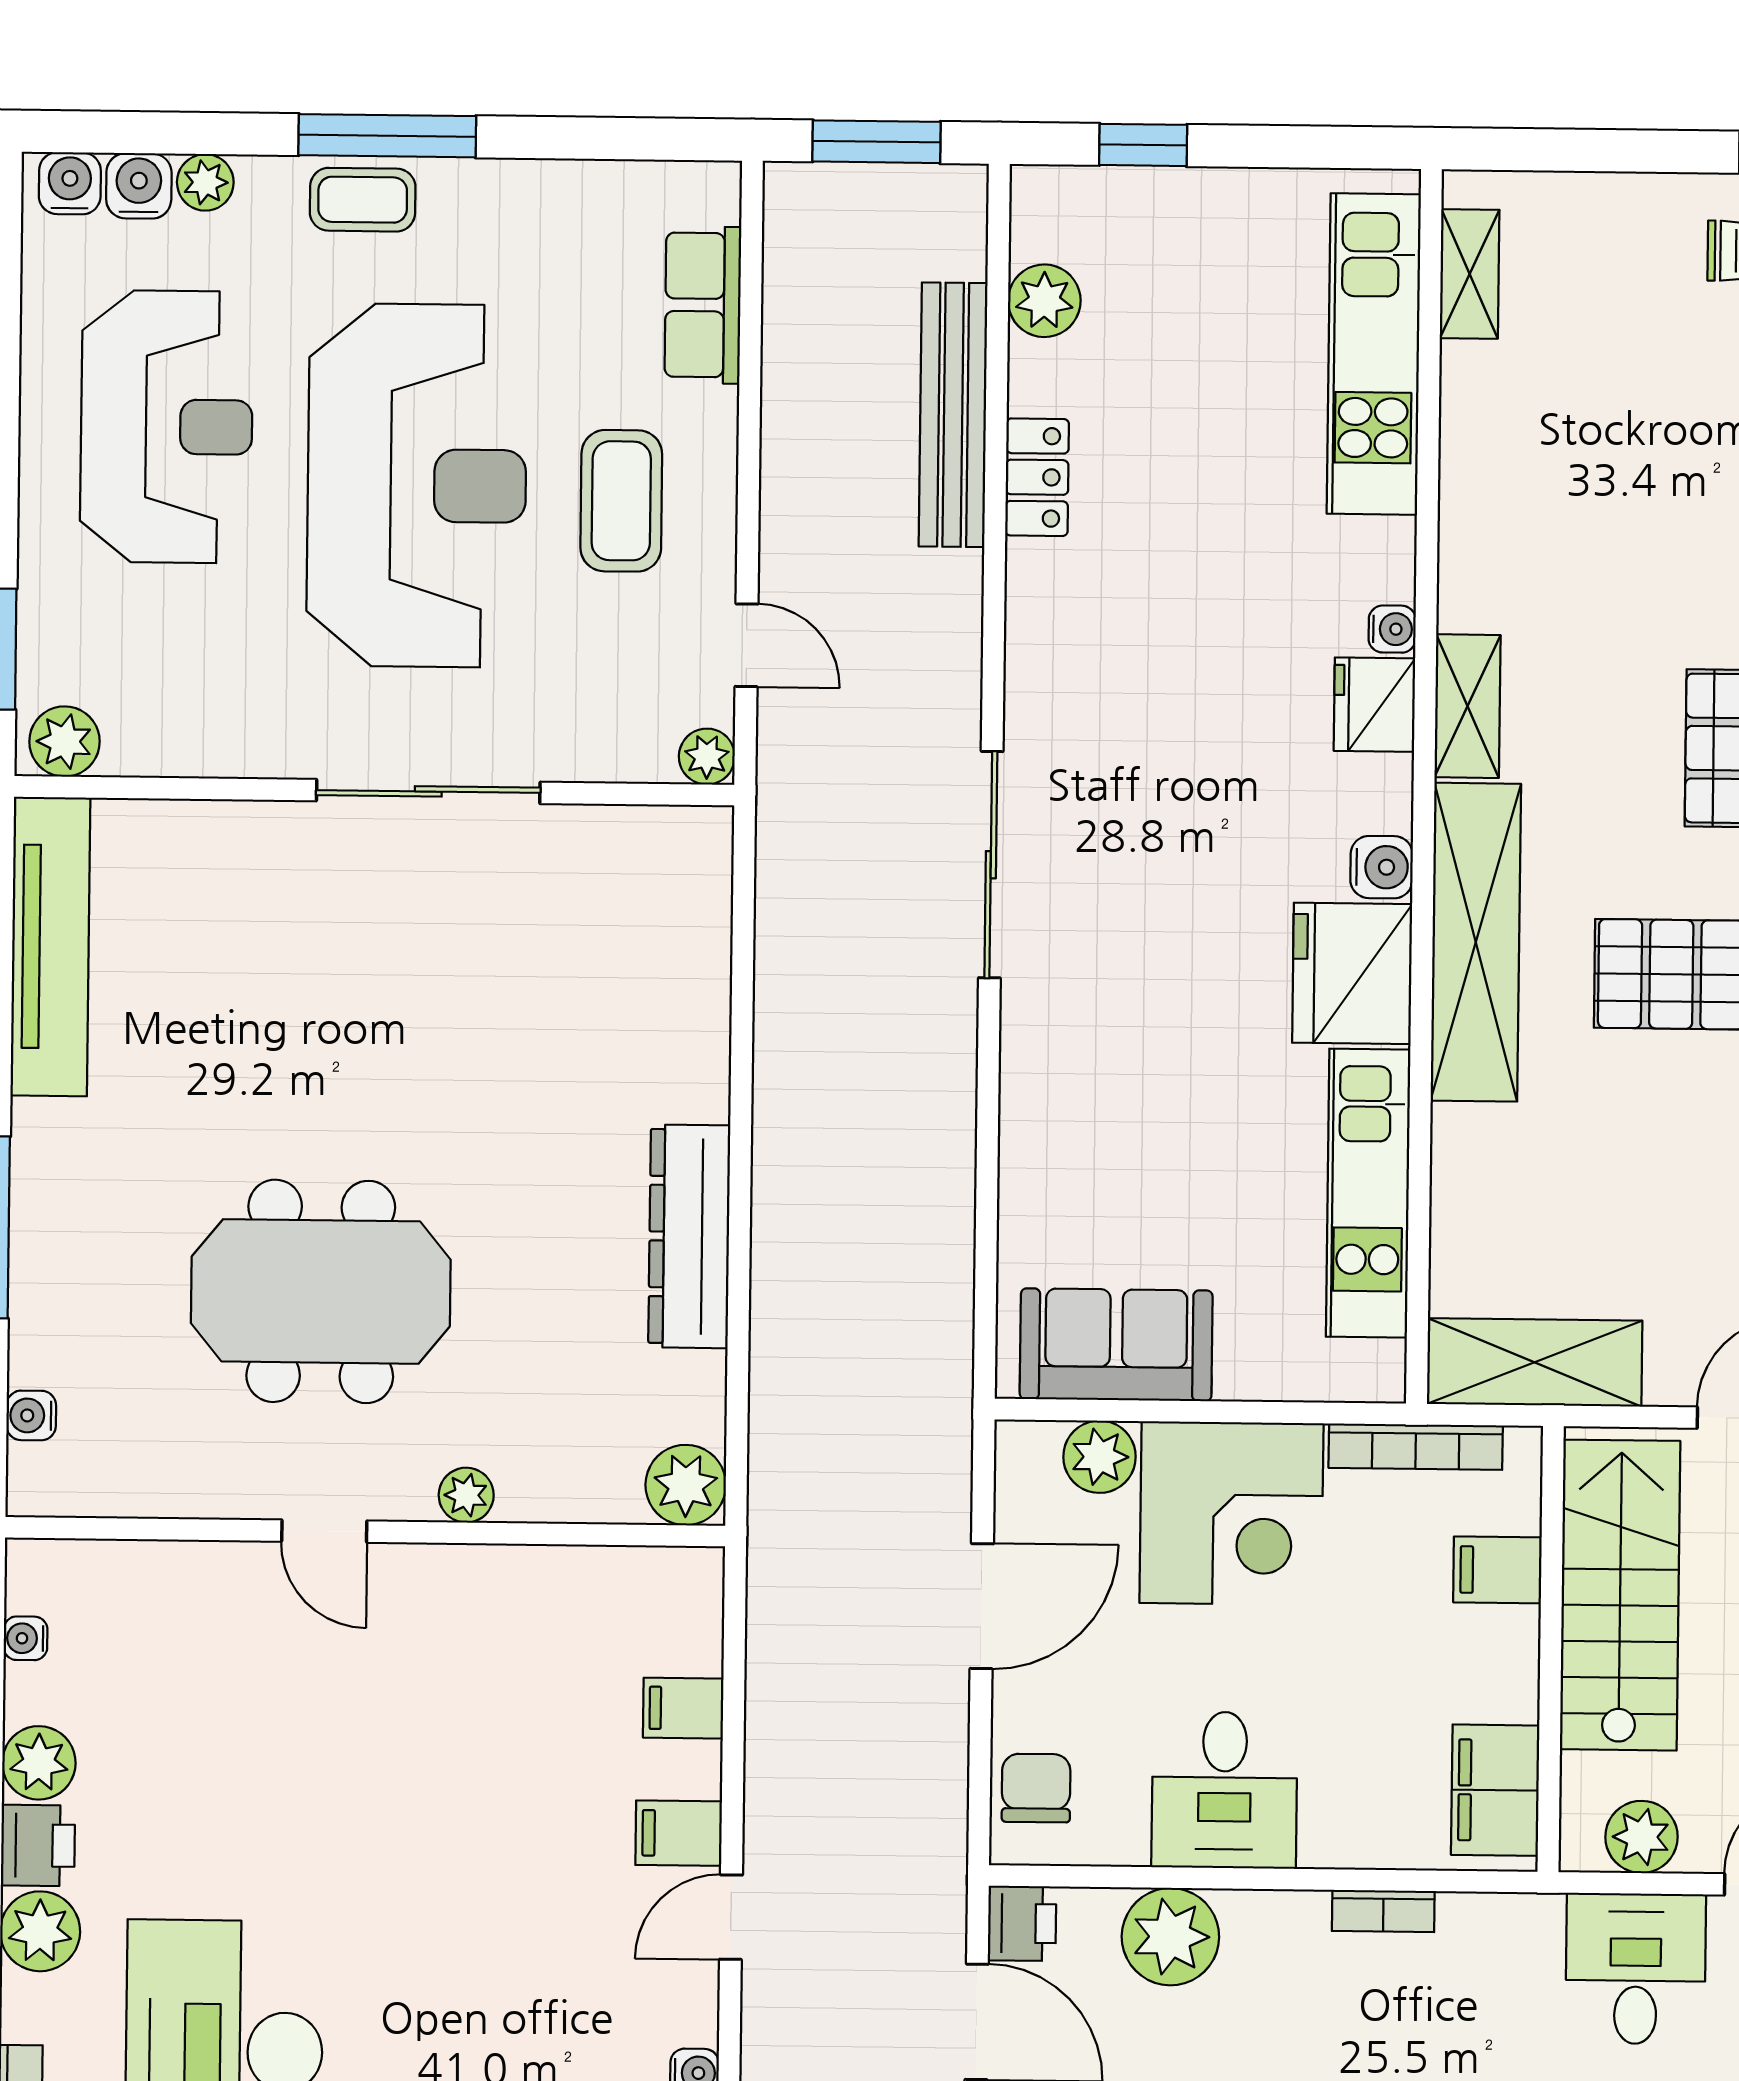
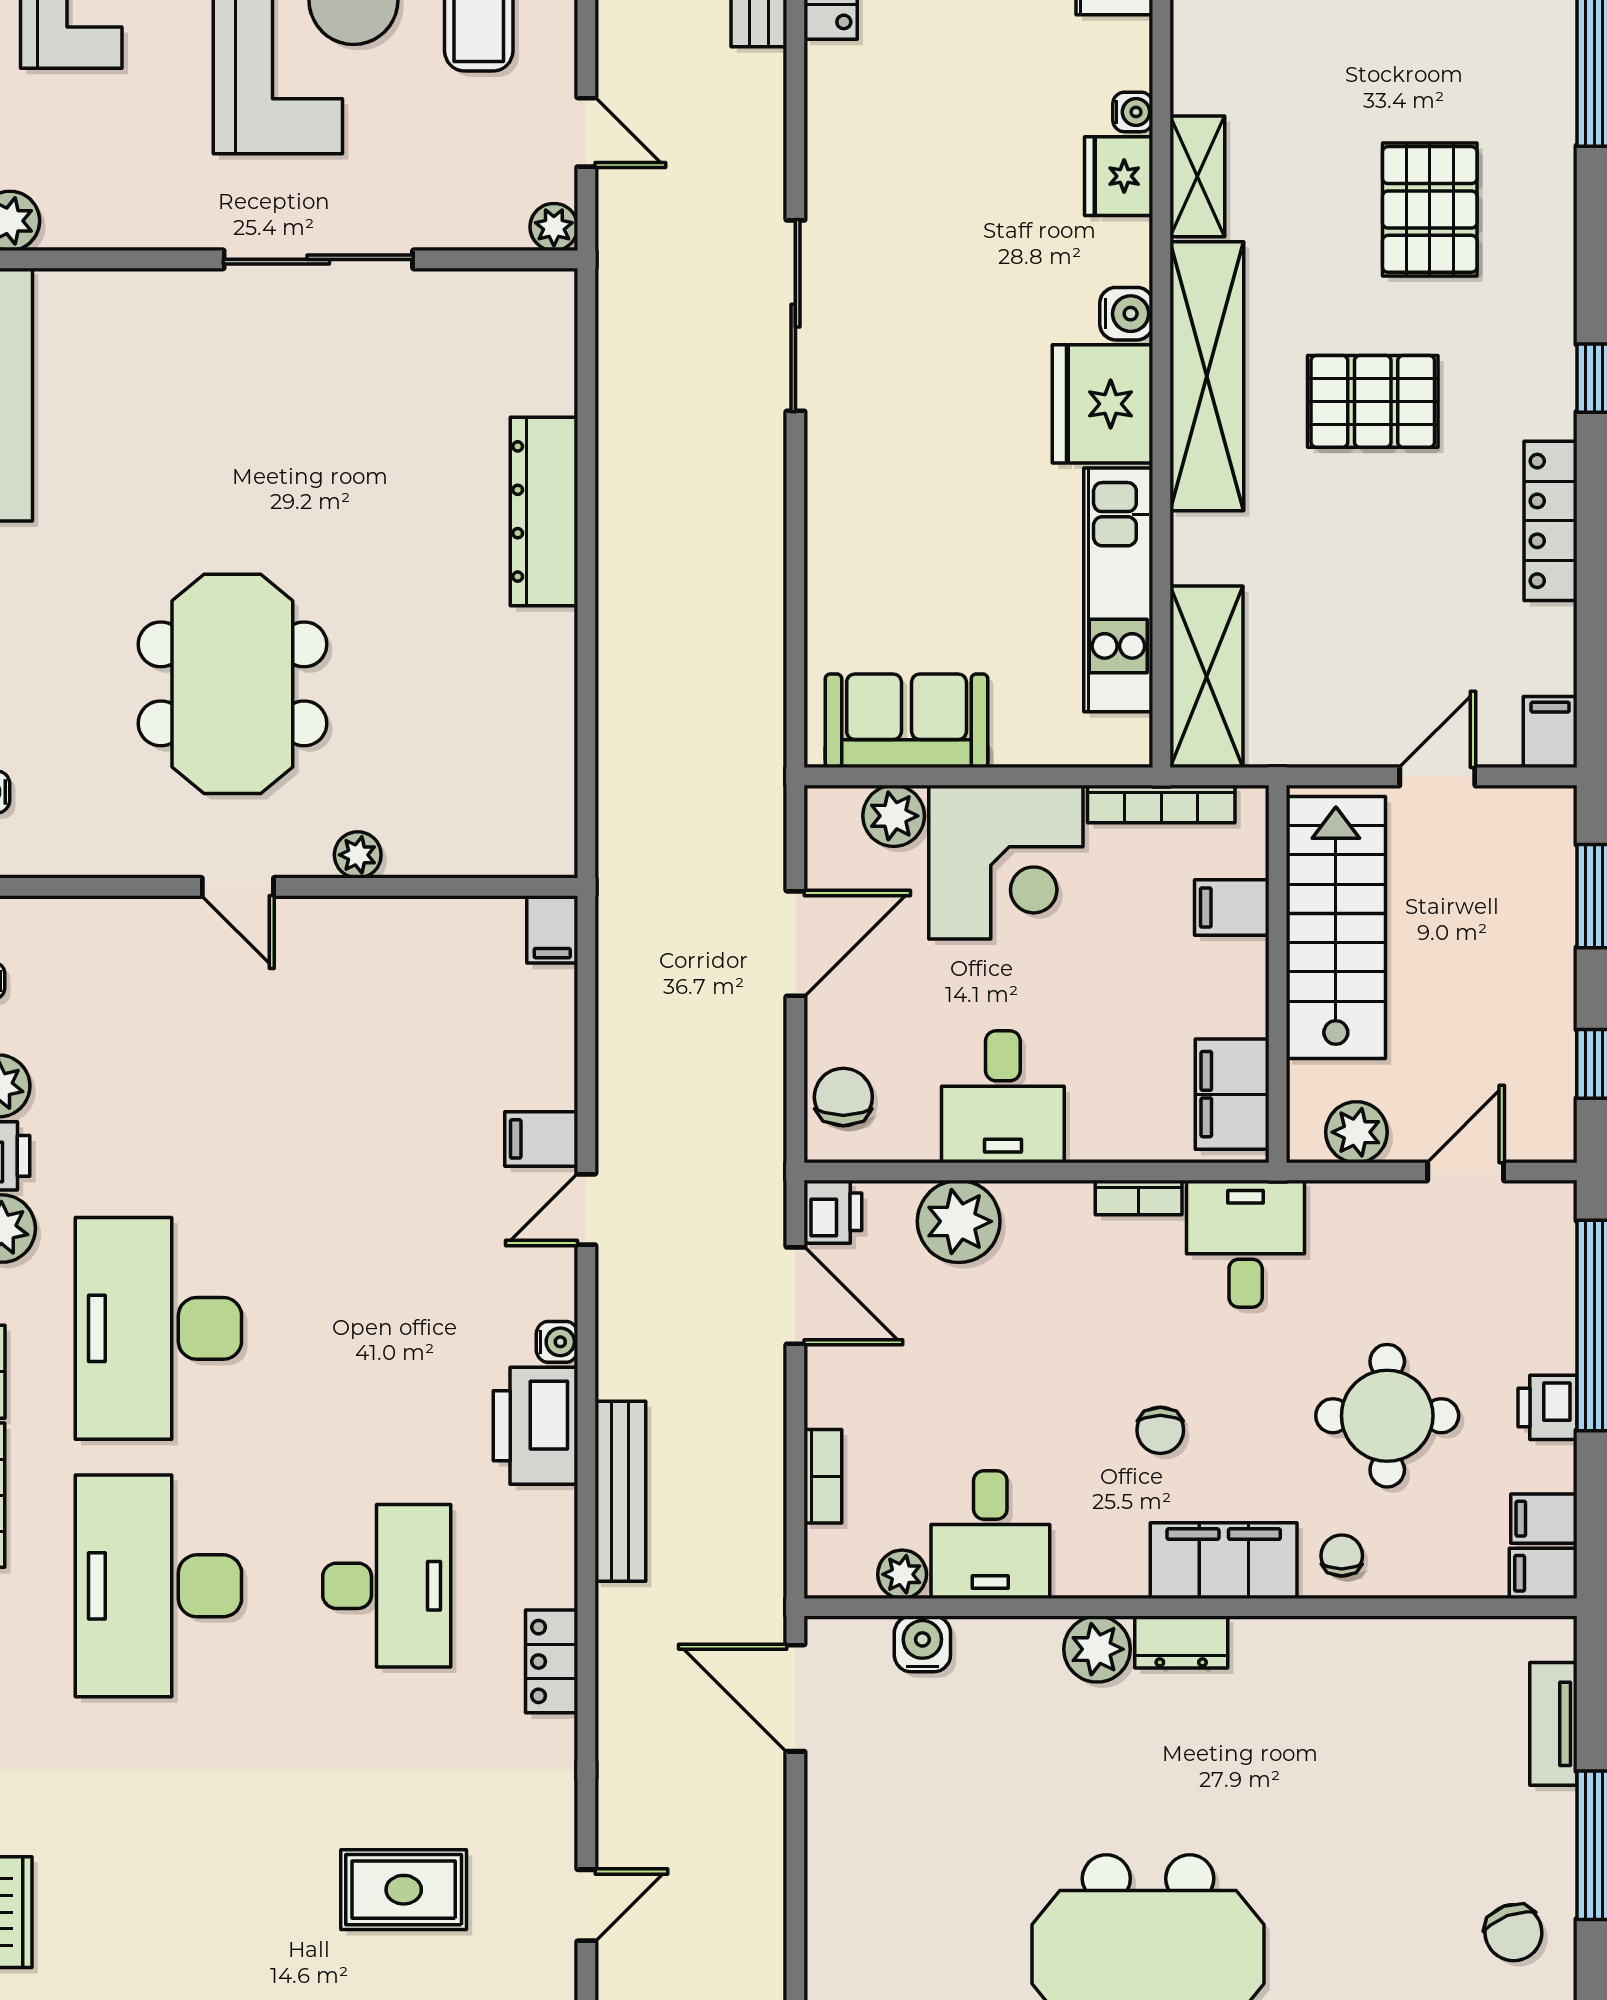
dresser: (689, 1236) -> (544, 511), moved
meeting table: (321, 1291) -> (232, 684), turned 90
shelving: (1535, 1362) -> (1207, 677), moved, turned 90
plant: (686, 1485) -> (543, 844), removed
filing cabinet: (683, 1708) -> (552, 929), moved, turned -90
desk: (1636, 1969) -> (1246, 1244), moved

